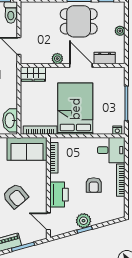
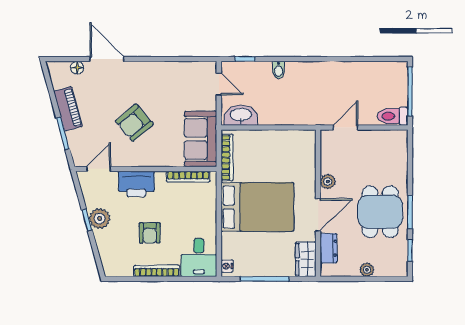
wardrobe: (33, 74) -> (306, 259), moved
armchair: (94, 185) -> (150, 233), turned -90

